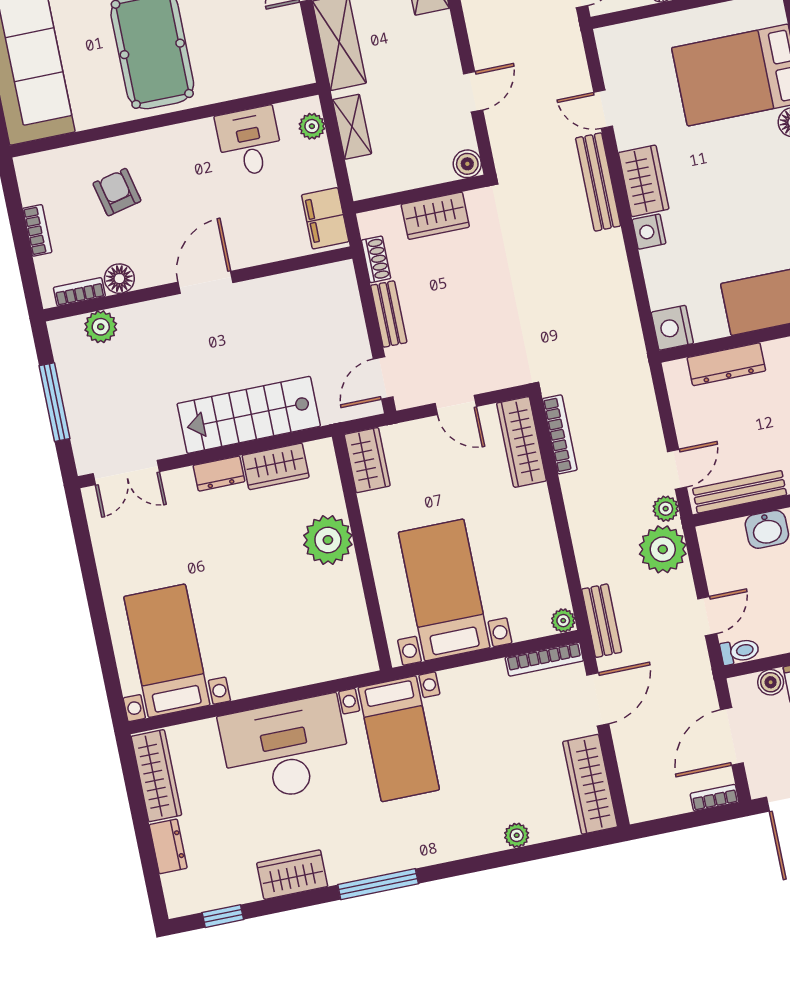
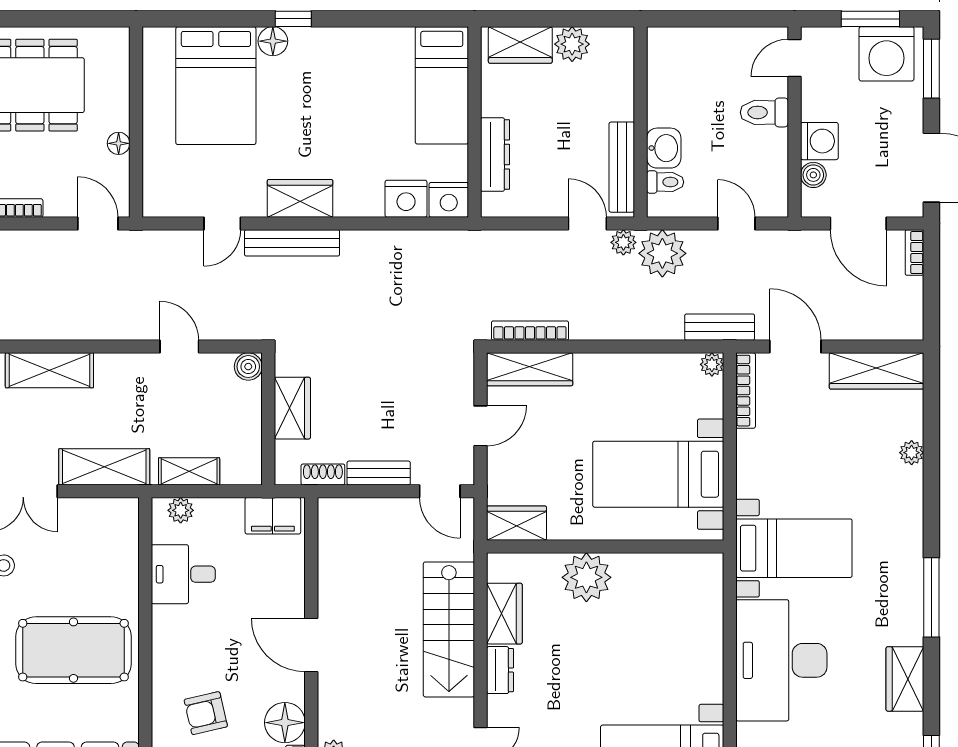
nightstand: (649, 232) -> (406, 199), moved, width x1.36, depth x1.33
floor lamp: (119, 279) -> (285, 723), width x1.38, depth x1.38
toilet: (740, 651) -> (665, 182), moved, turned 90

